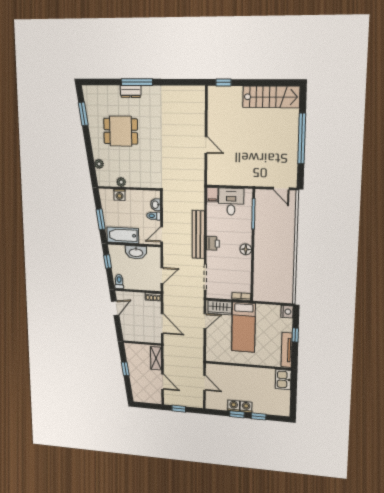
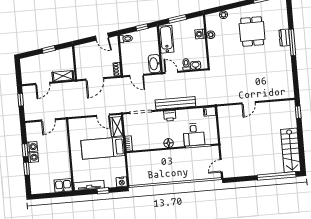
window: (302, 139) -> (277, 176), moved
desk: (231, 202) -> (194, 135), moved, turned 90
washbasin: (136, 252) -> (154, 64), moved

